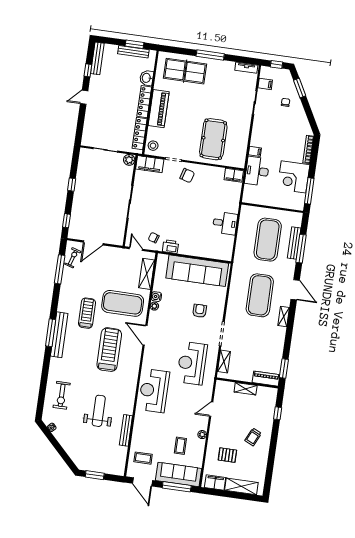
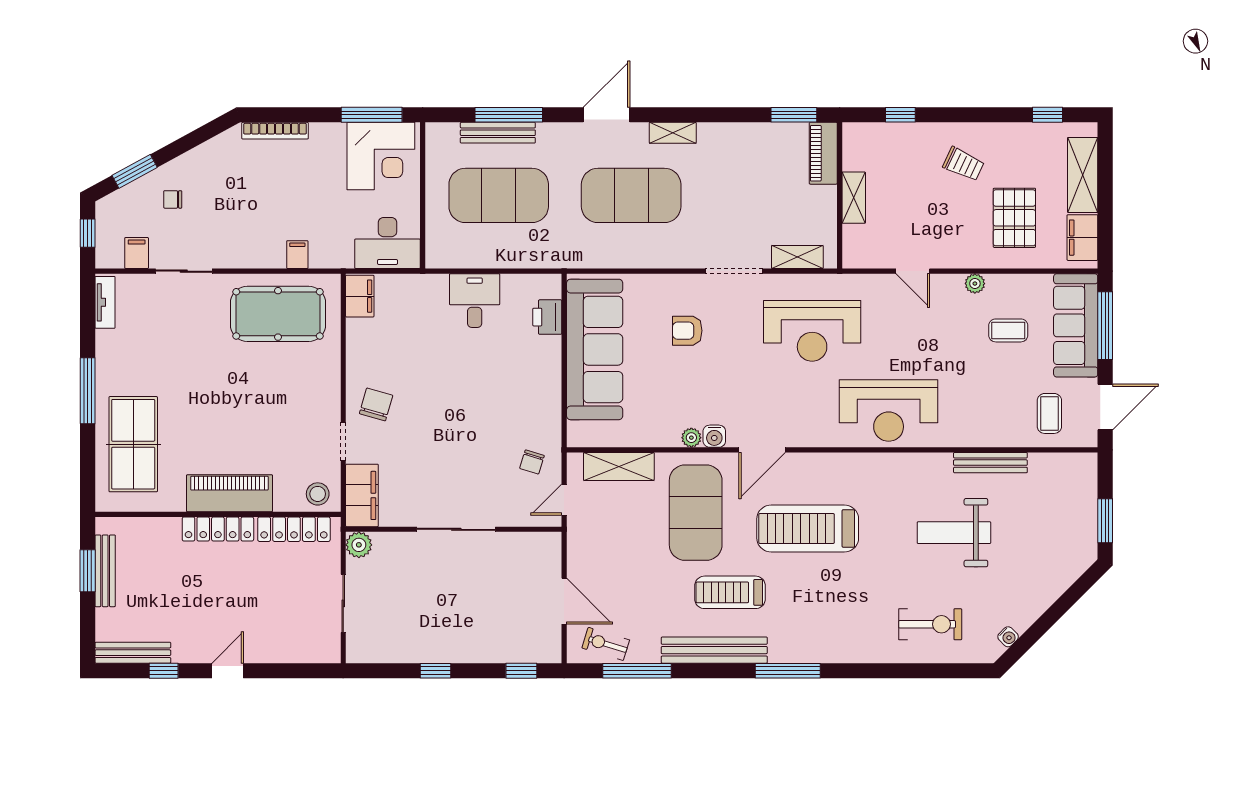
washbasin: (147, 78) -> (162, 531), removed
door: (84, 97) -> (228, 671), swing flipped
pool table: (213, 139) -> (278, 314), moved
desk: (257, 171) -> (388, 243), moved
corner desk: (294, 177) -> (381, 156), moved
printer: (170, 247) -> (547, 317), moved
water cooler: (156, 297) -> (714, 436), moved
bench: (59, 335) -> (714, 650), moved
pallet: (227, 455) -> (1014, 218), width x1.50, depth x1.42
window: (269, 475) -> (1048, 115), added

